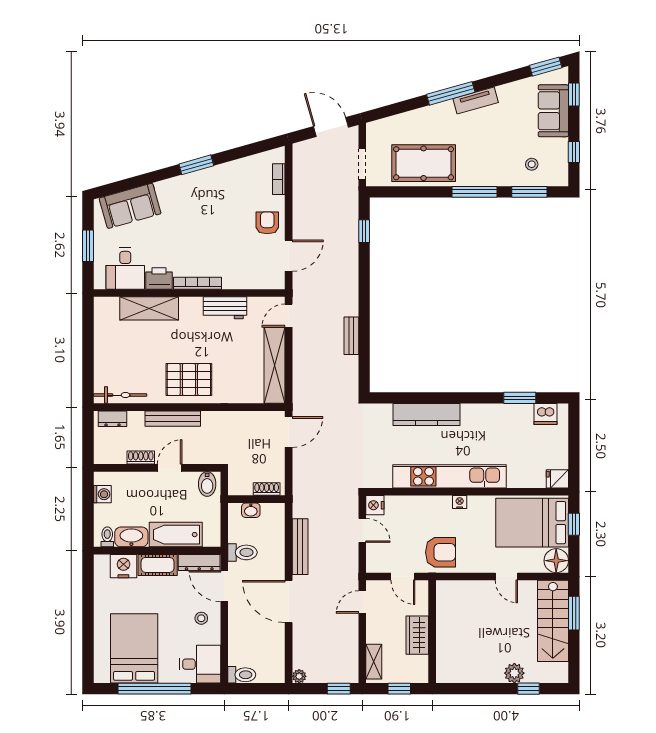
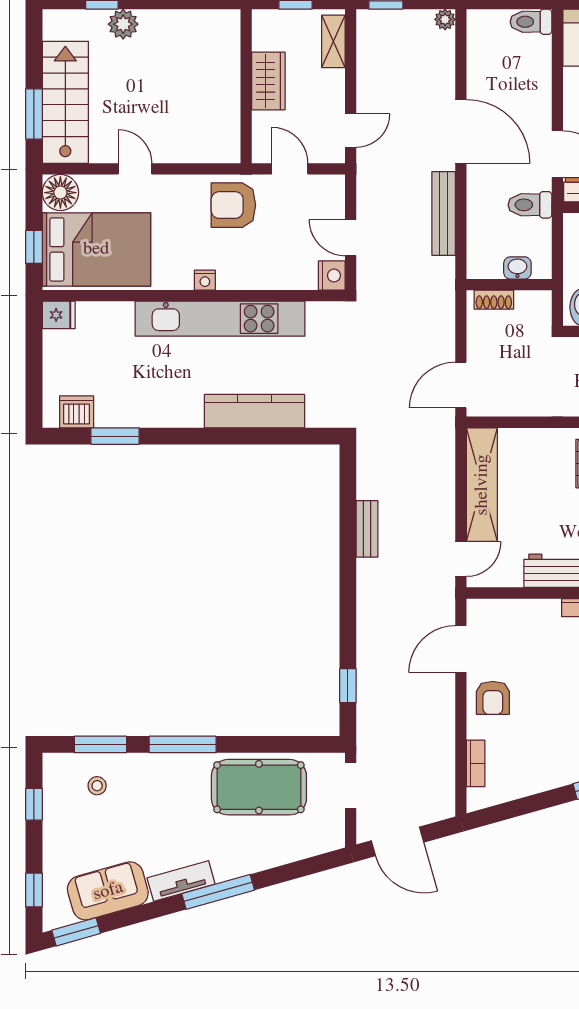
sofa: (553, 111) -> (108, 891), moved, turned -106

